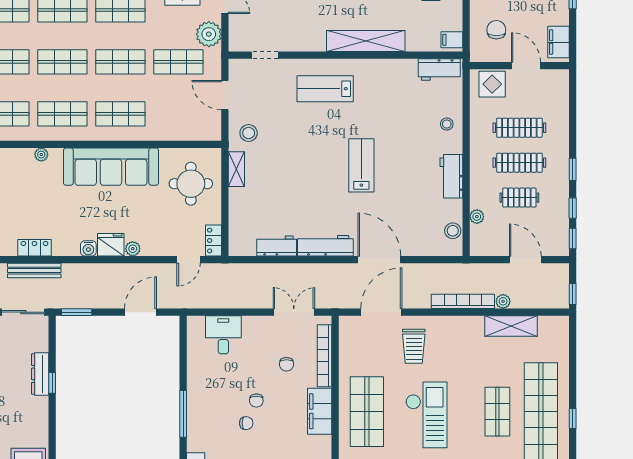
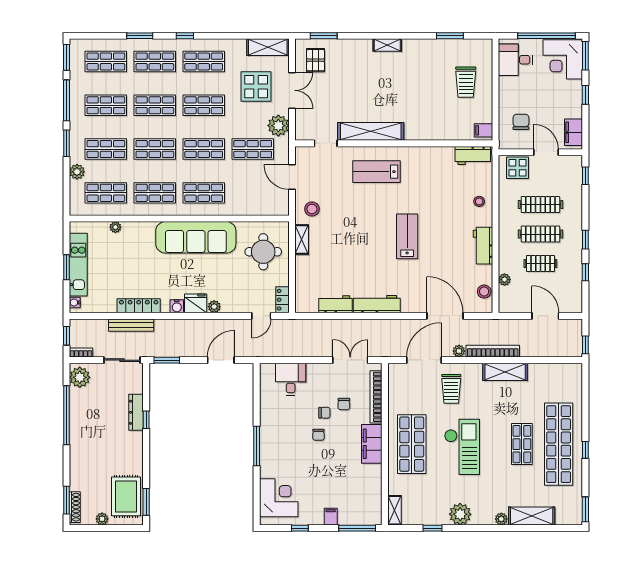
shelving: (366, 41) -> (371, 131), moved
plant: (41, 155) -> (115, 227), moved
window: (573, 238) -> (585, 176), moved
locker: (34, 248) -> (139, 306), width x1.53
door: (379, 260) -> (445, 316), moved
plant: (503, 301) -> (459, 351), moved
shelving: (511, 326) -> (505, 372), moved
chair: (246, 423) -> (324, 413), moved

